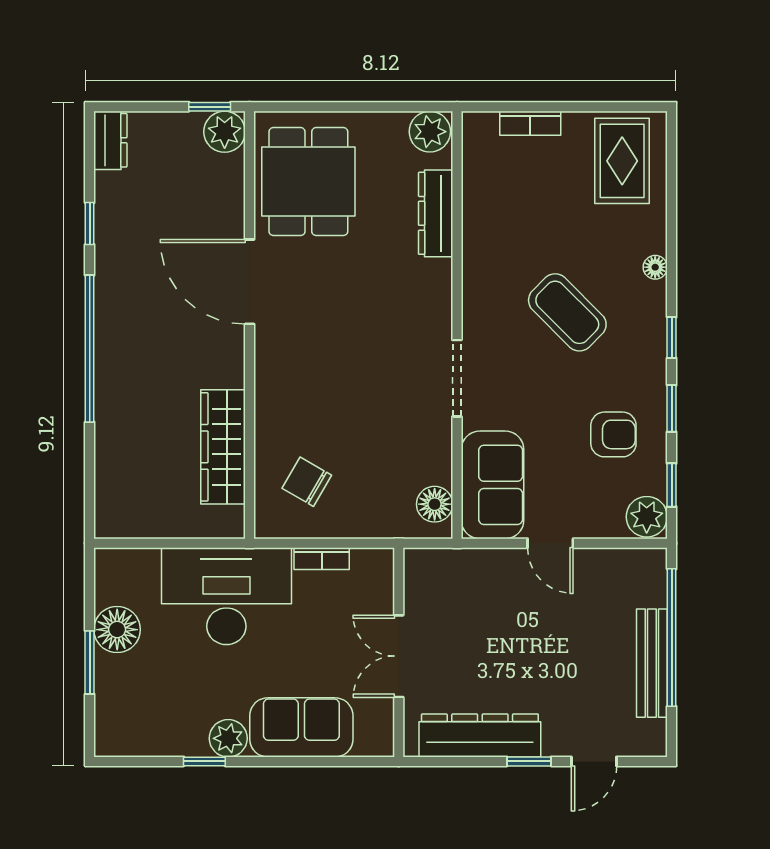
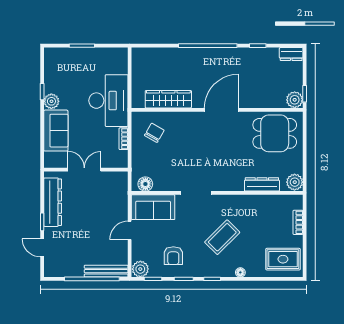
door: (250, 282) -> (222, 110), moved
floor lamp: (117, 630) -> (95, 57), removed
bench: (652, 663) -> (106, 271), moved

